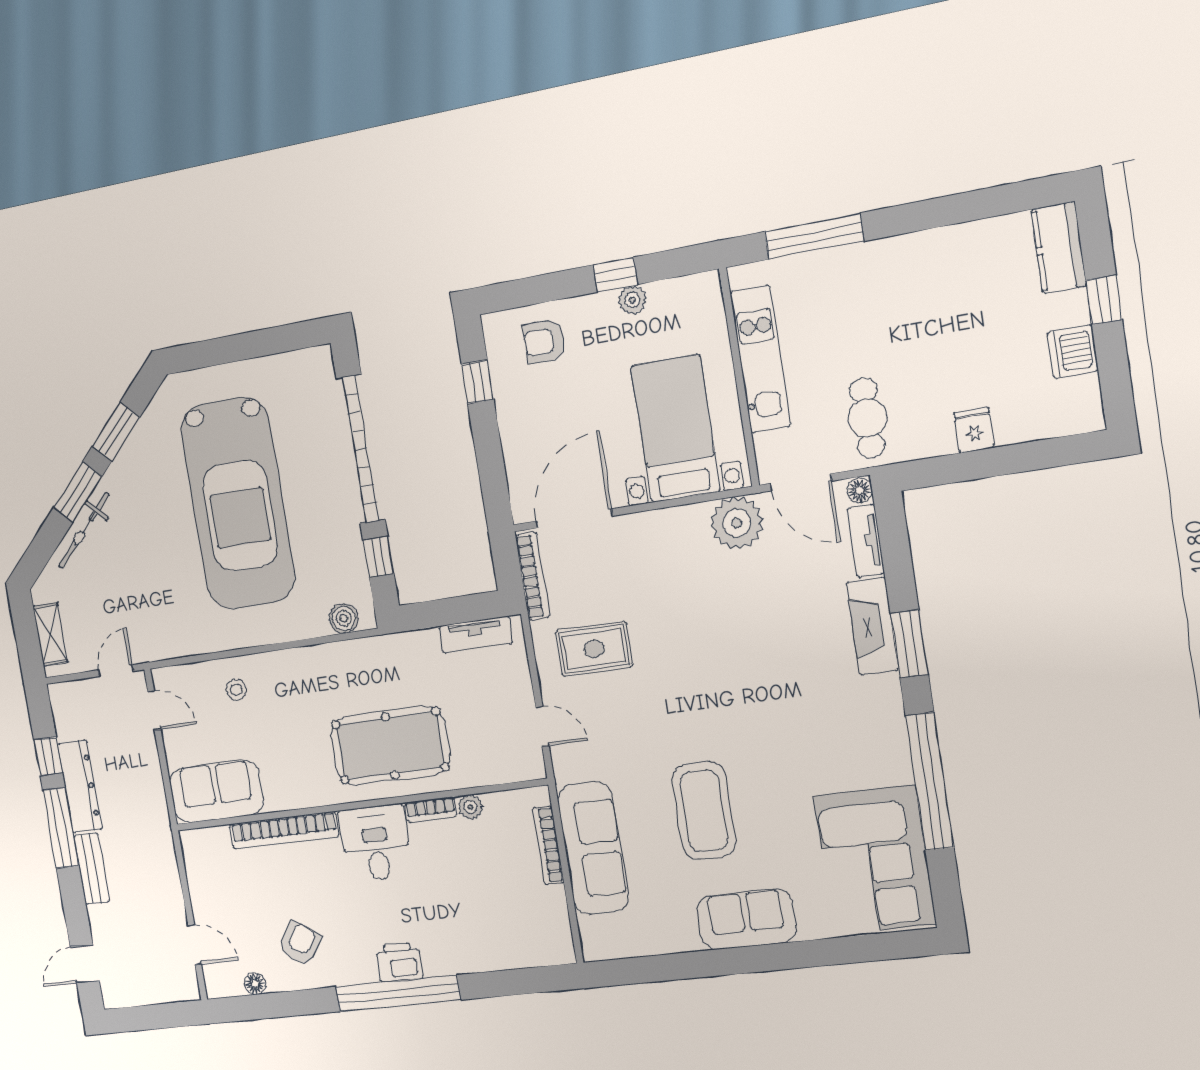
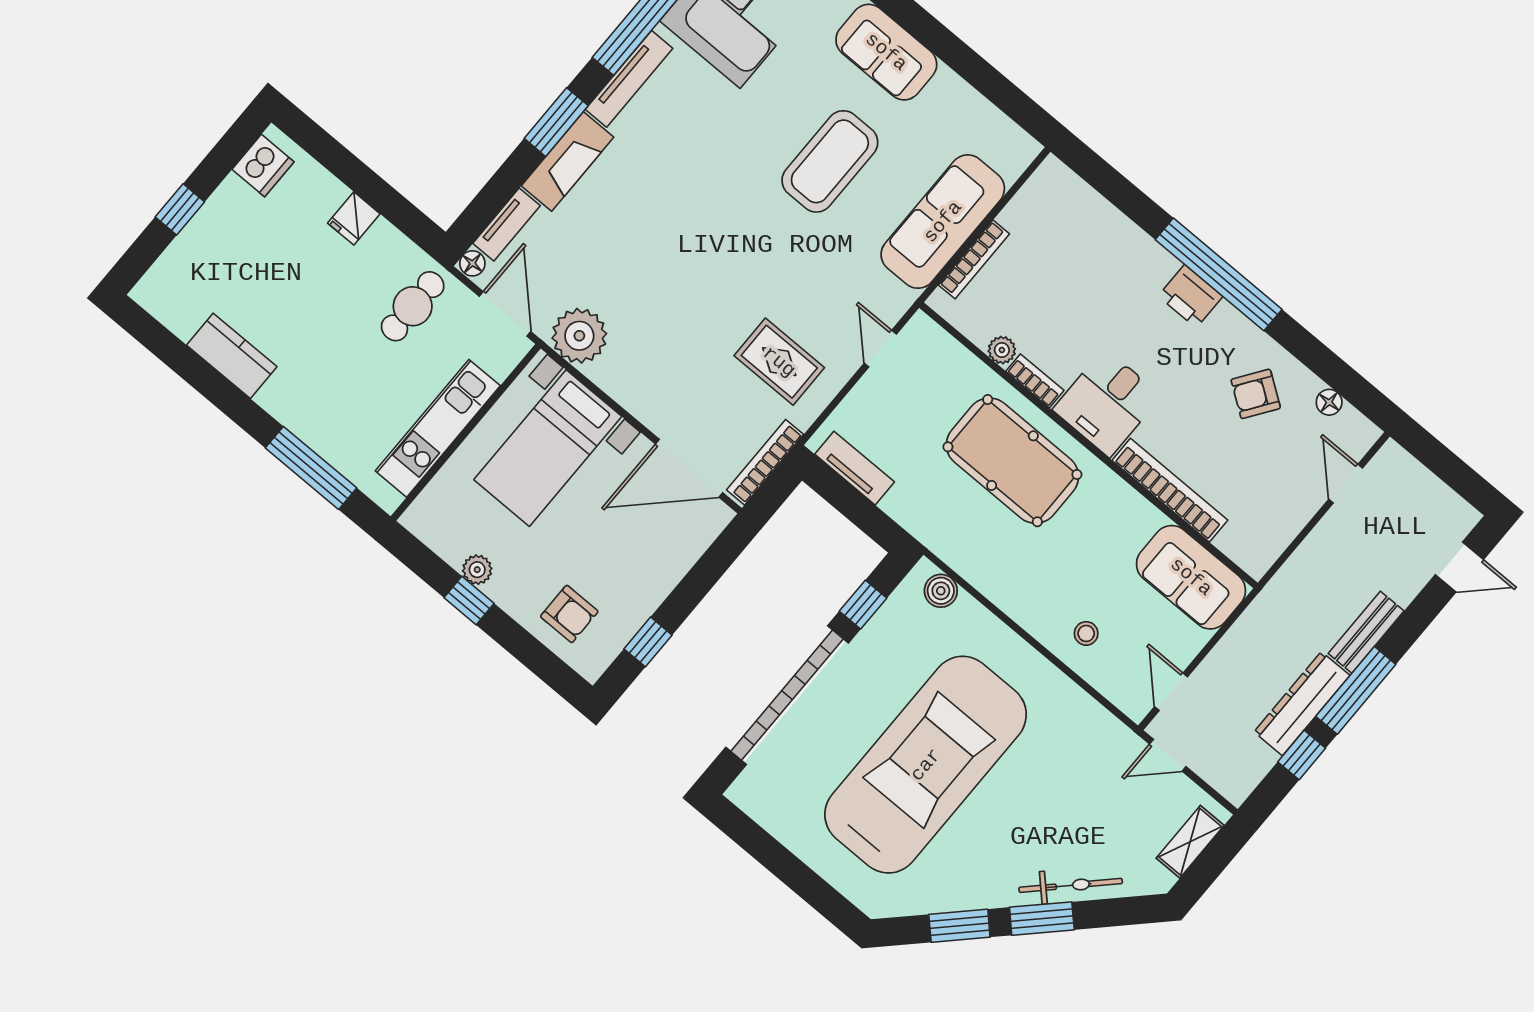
kitchen counter: (1059, 248) -> (232, 356), moved, turned -90
dishwasher: (1073, 351) -> (263, 166), moved
tv unit: (893, 725) -> (629, 79), added

